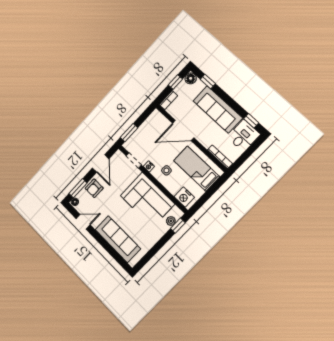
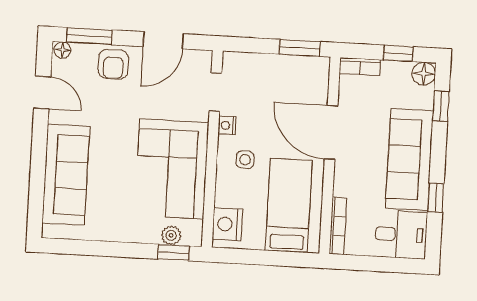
window: (251, 121) -> (436, 198), moved
window: (129, 133) -> (300, 48), moved
armchair: (94, 188) -> (113, 64), turned -90

